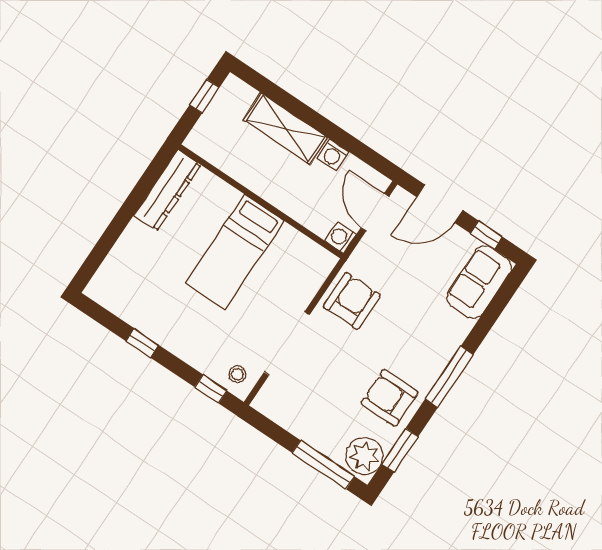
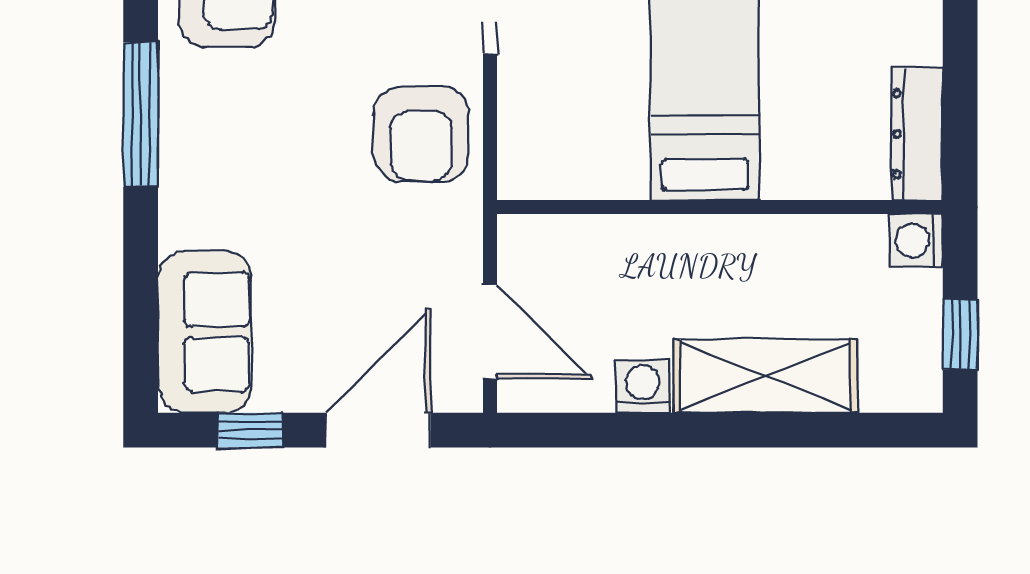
dresser: (167, 190) -> (917, 134), width x0.73, depth x0.80
washing machine: (341, 237) -> (917, 240), moved, turned 180

